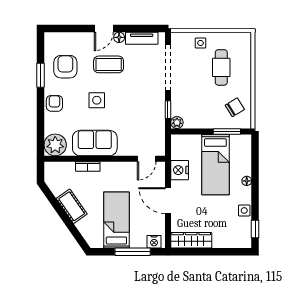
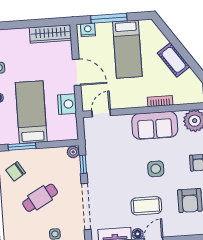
cafe table: (221, 67) -> (40, 198), moved, turned 61

